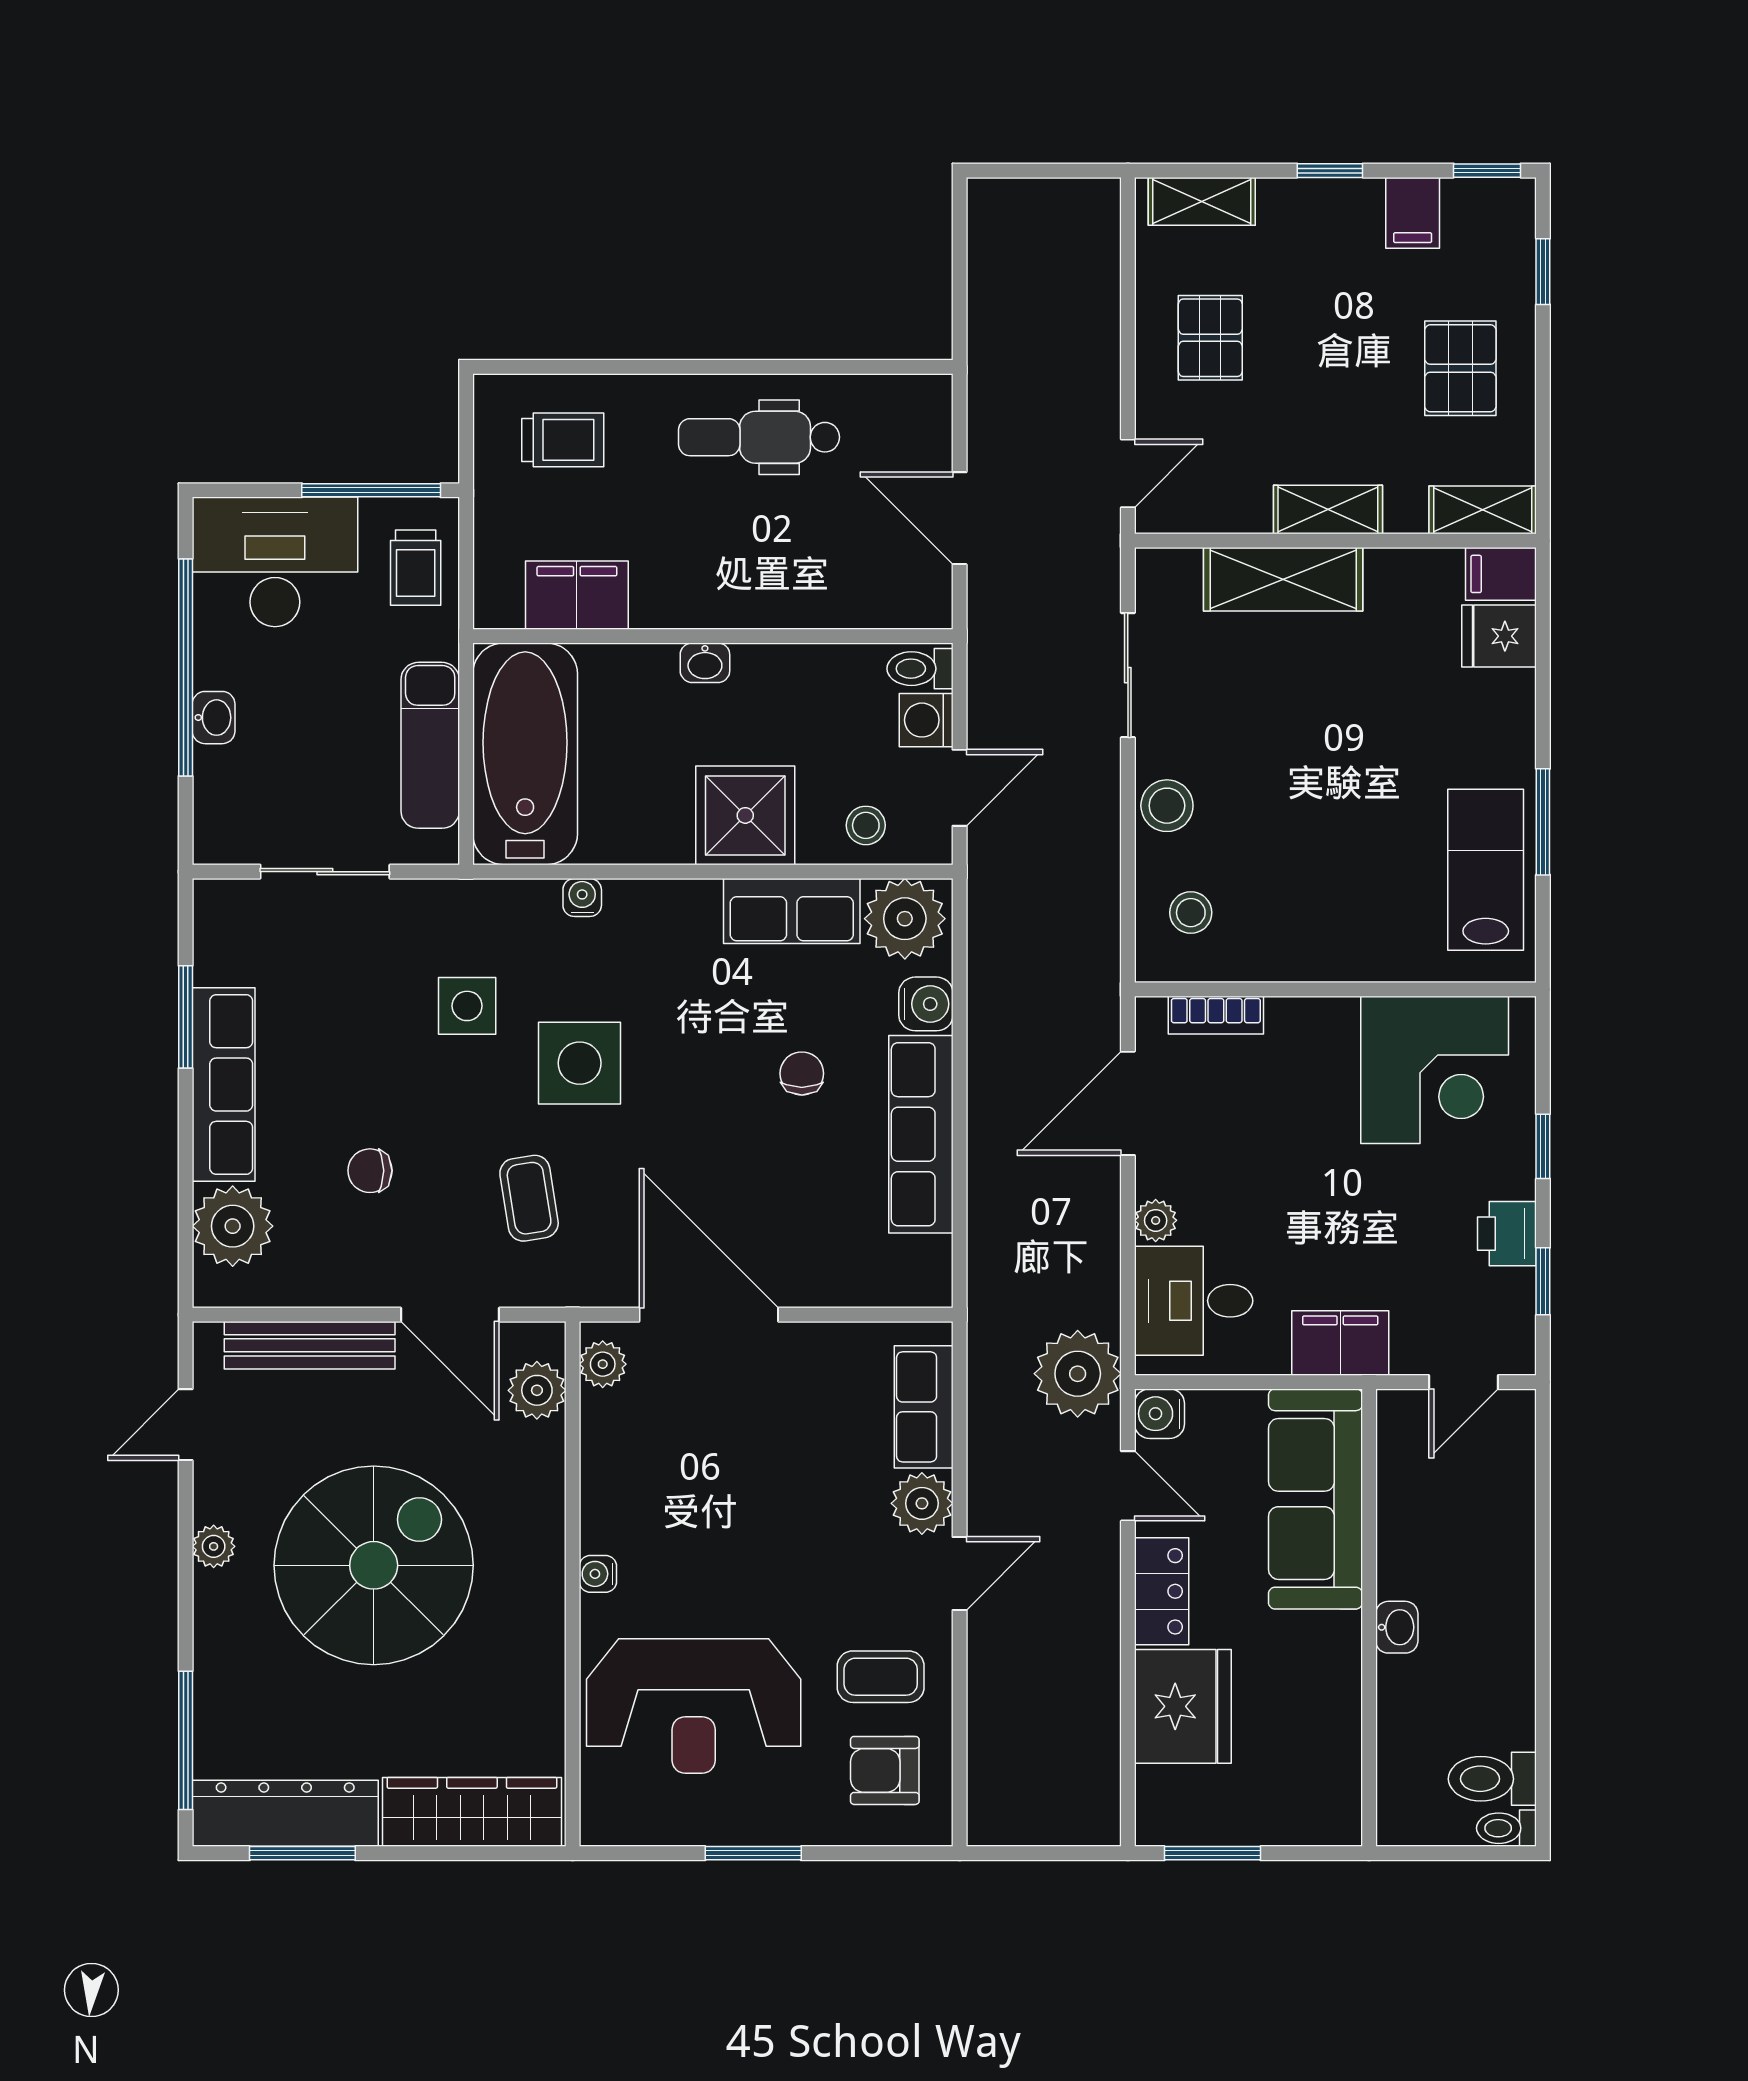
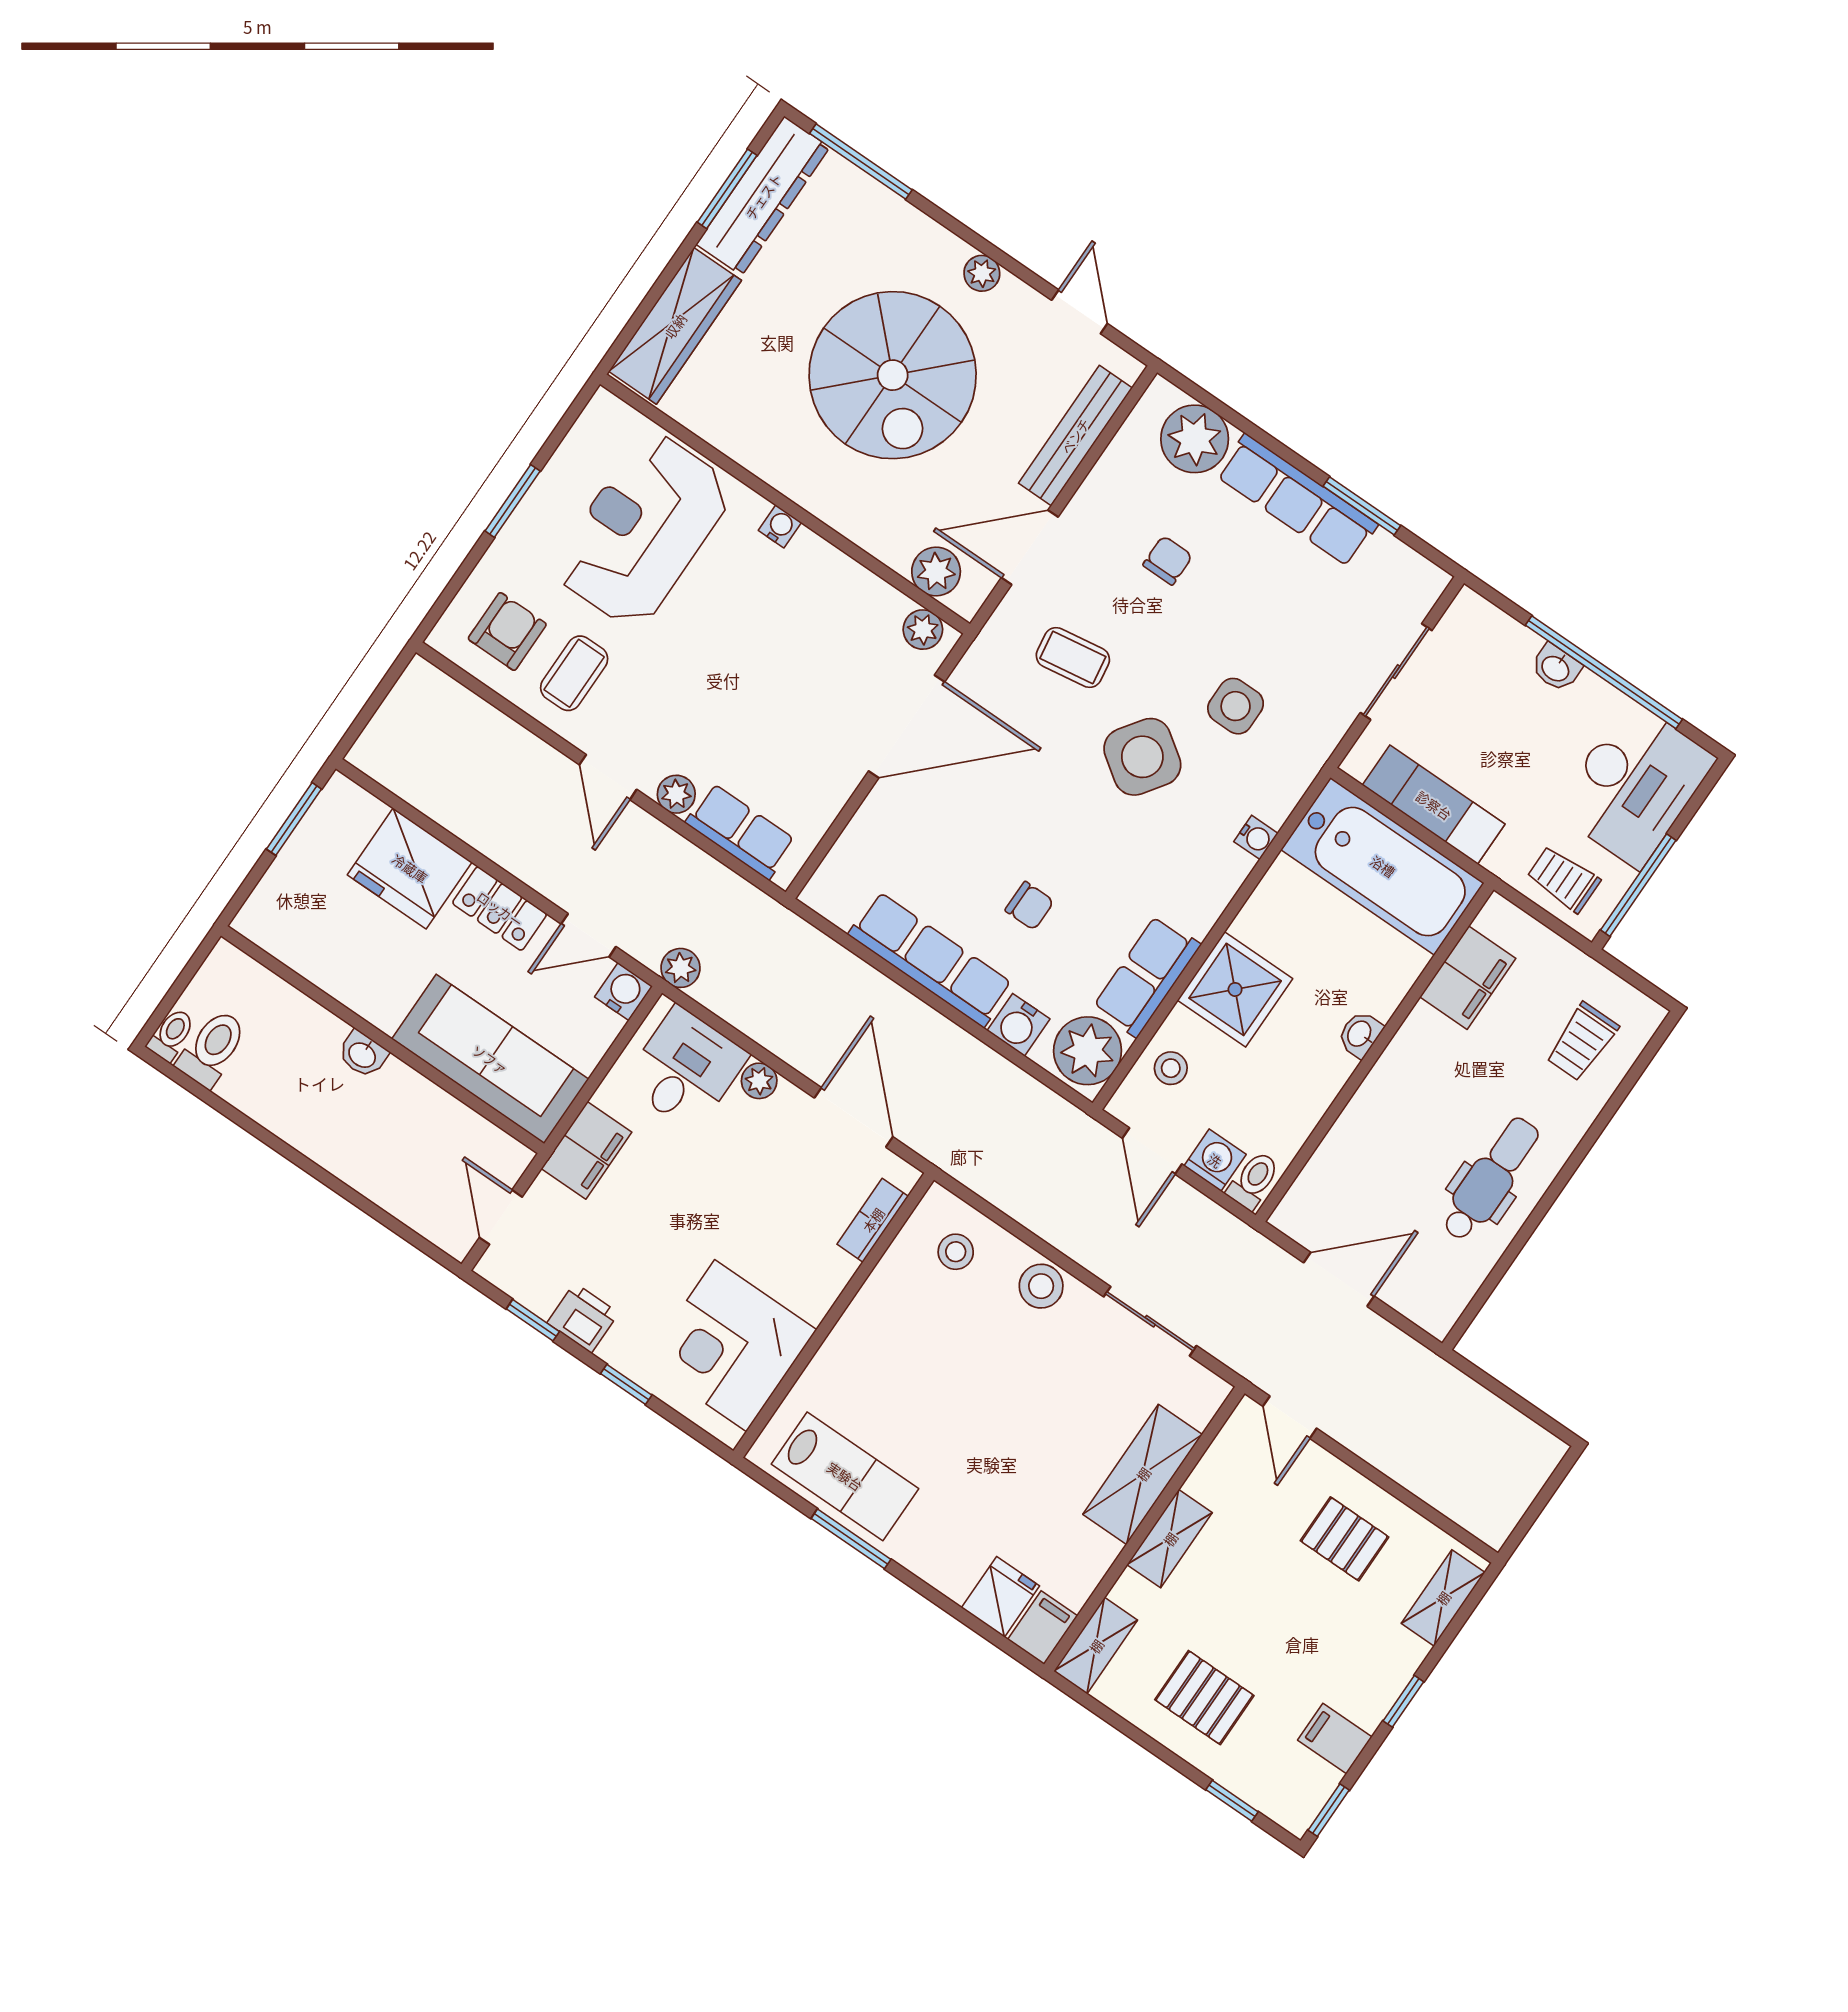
side table: (580, 1063) -> (1142, 757), turned 35
plant: (1078, 1374) -> (681, 968), width x0.53, depth x0.53
plant: (922, 1503) -> (676, 794), width x0.73, depth x0.73

